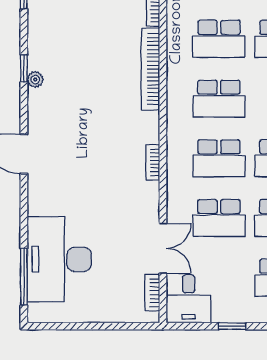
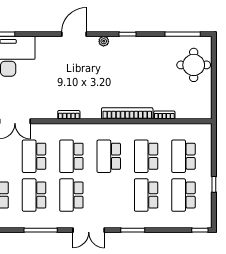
plant: (35, 79) -> (104, 41), moved

